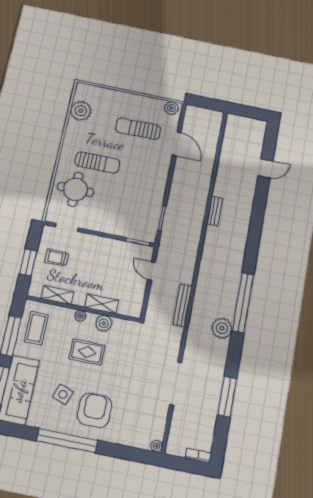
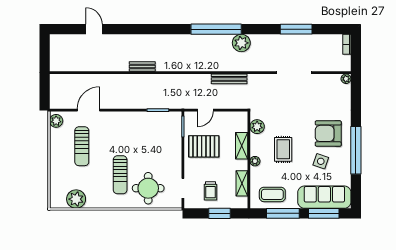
sun lounger: (97, 162) -> (120, 175), turned 180
pallet: (110, 261) -> (204, 146), added
plant: (104, 323) -> (257, 127), moved

